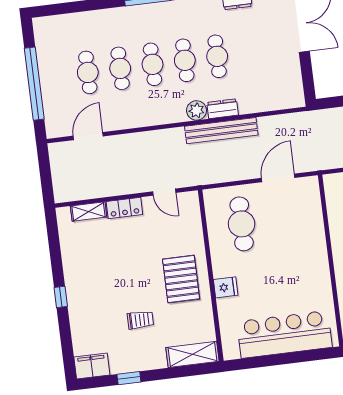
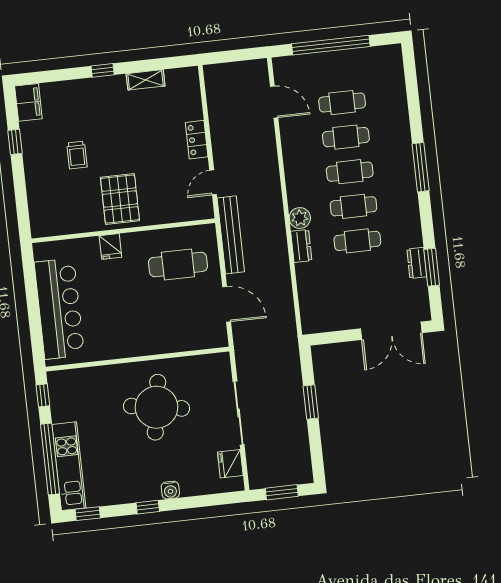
bench: (221, 131) -> (231, 235), moved
shelving: (89, 212) -> (146, 80), moved, turned 90
pallet: (181, 279) -> (120, 199), turned 90
shelving: (192, 354) -> (39, 210), removed

